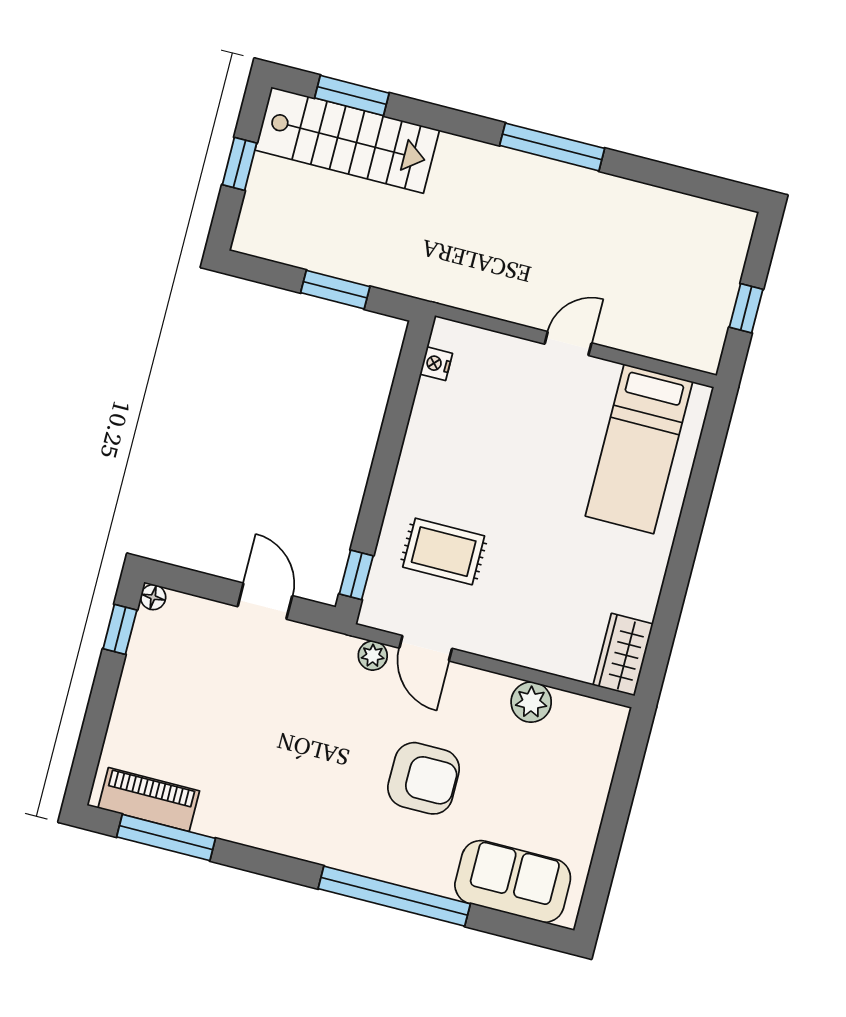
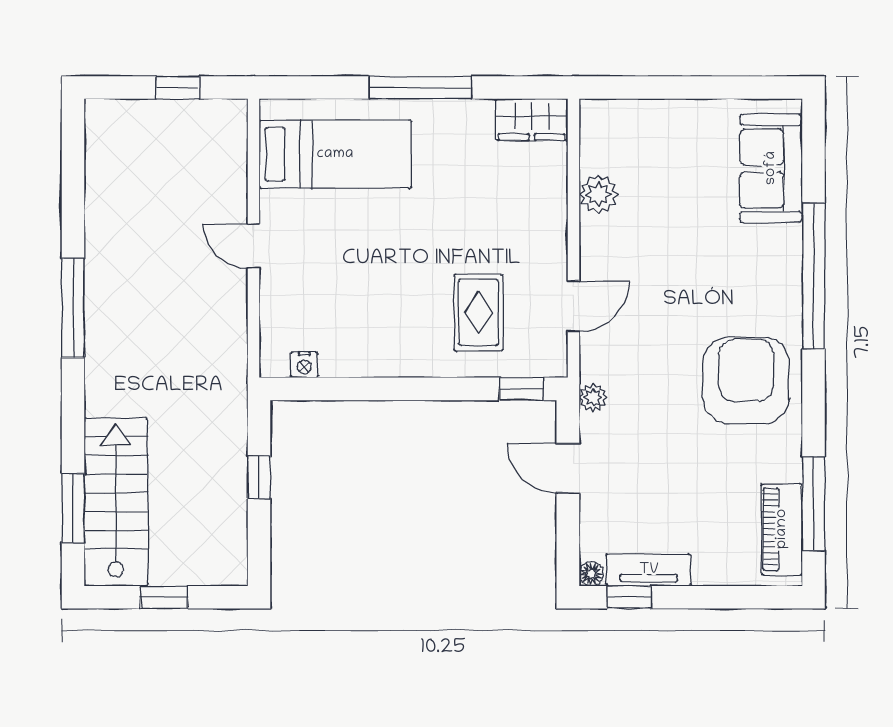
window: (335, 290) -> (259, 477), width x0.67
window: (684, 551) -> (420, 88), added
door: (265, 601) -> (568, 468), hinge flipped
tv unit: (142, 656) -> (649, 570), added
plant: (373, 656) -> (593, 398), moved
armchair: (424, 778) -> (746, 380), moved, width x1.36, depth x1.36

